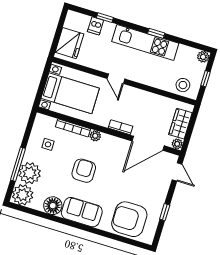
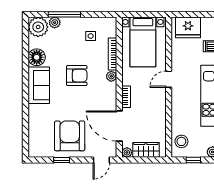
plant: (30, 173) -> (55, 23), width x0.53, depth x0.53
armchair: (129, 219) -> (70, 136), moved

